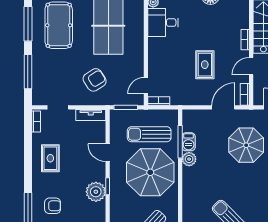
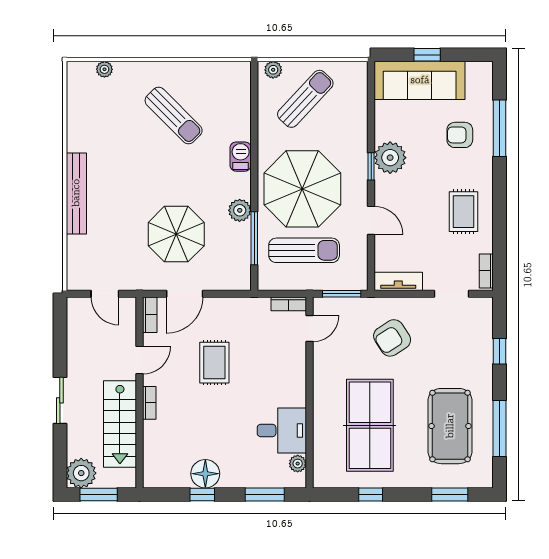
window: (28, 72) -> (500, 351), width x0.46
barbecue: (189, 142) -> (241, 157), moved
parasol: (246, 145) -> (176, 234), moved

